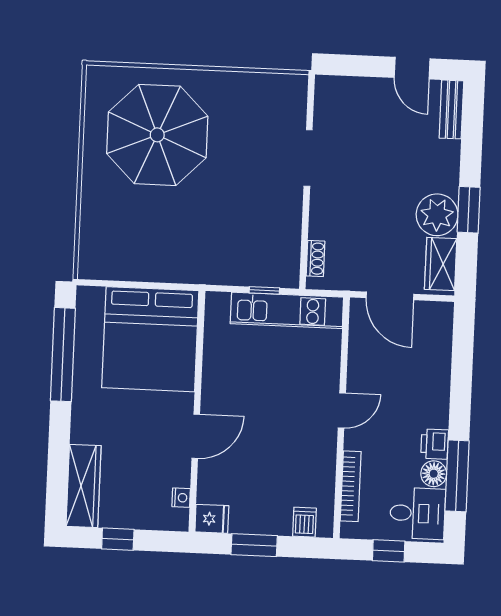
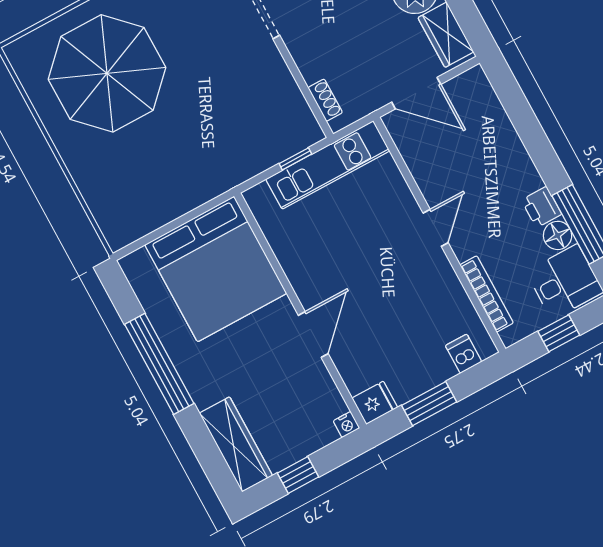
window: (63, 355) -> (159, 364), moved
nightstand: (181, 498) -> (346, 424), moved, turned 90

